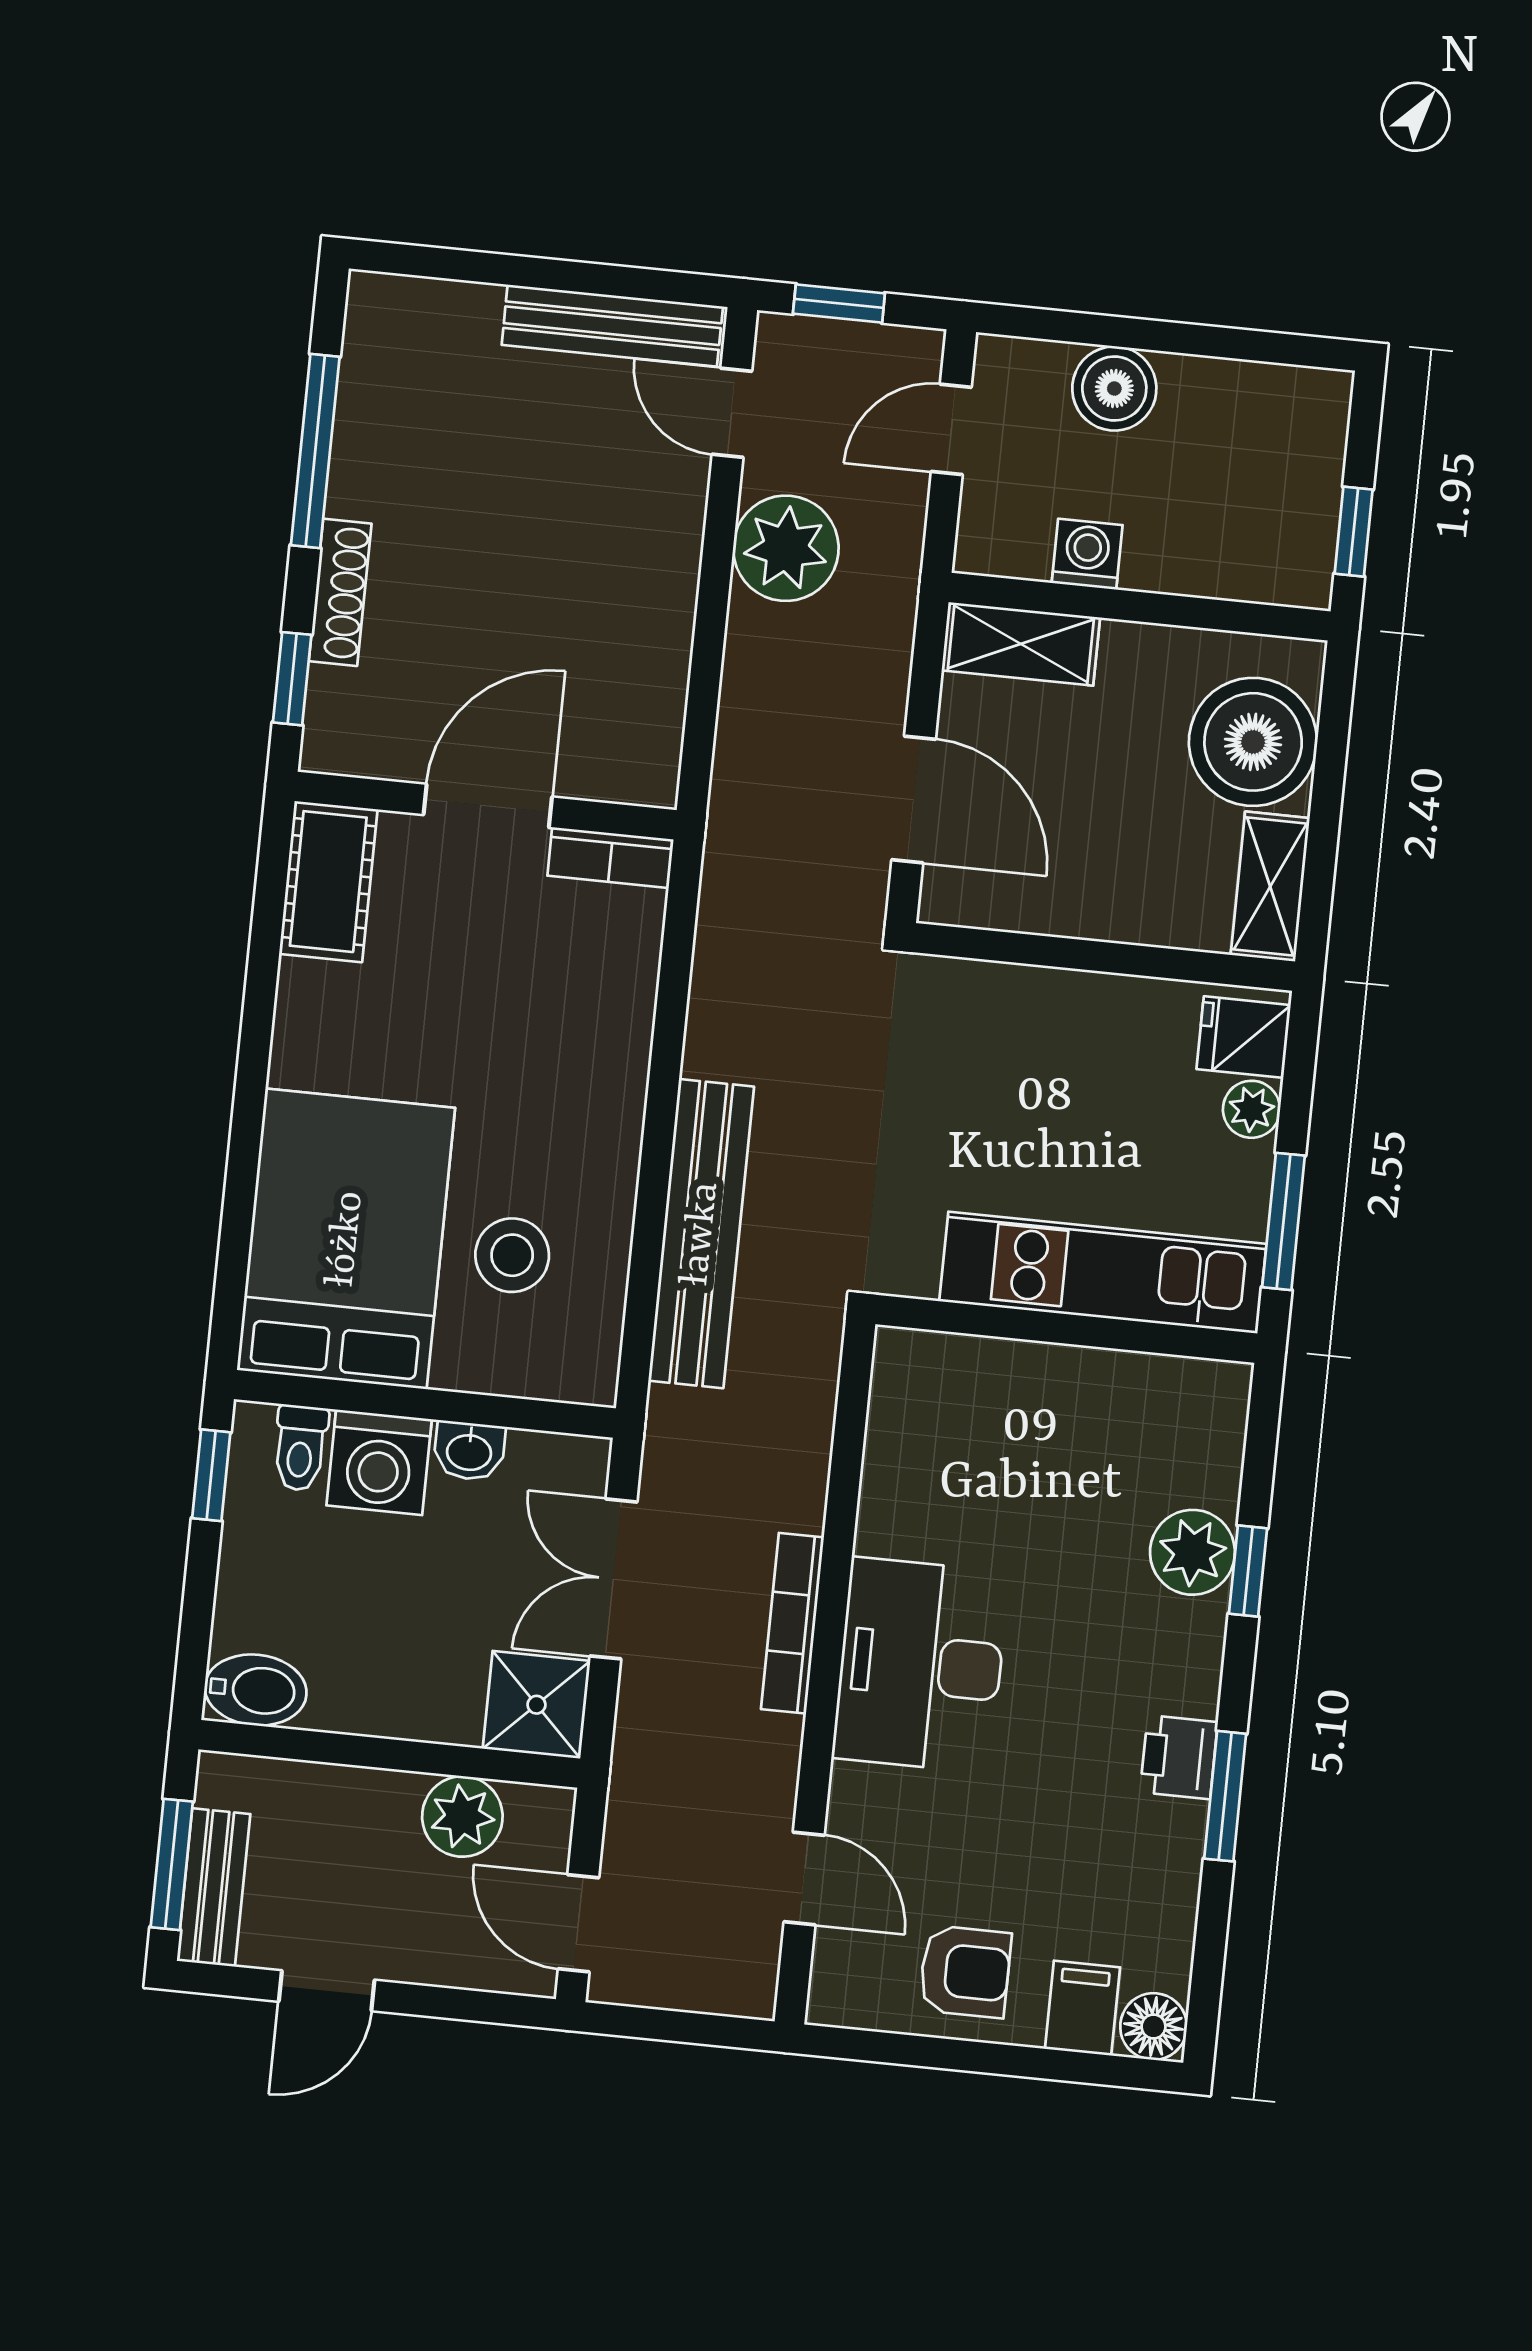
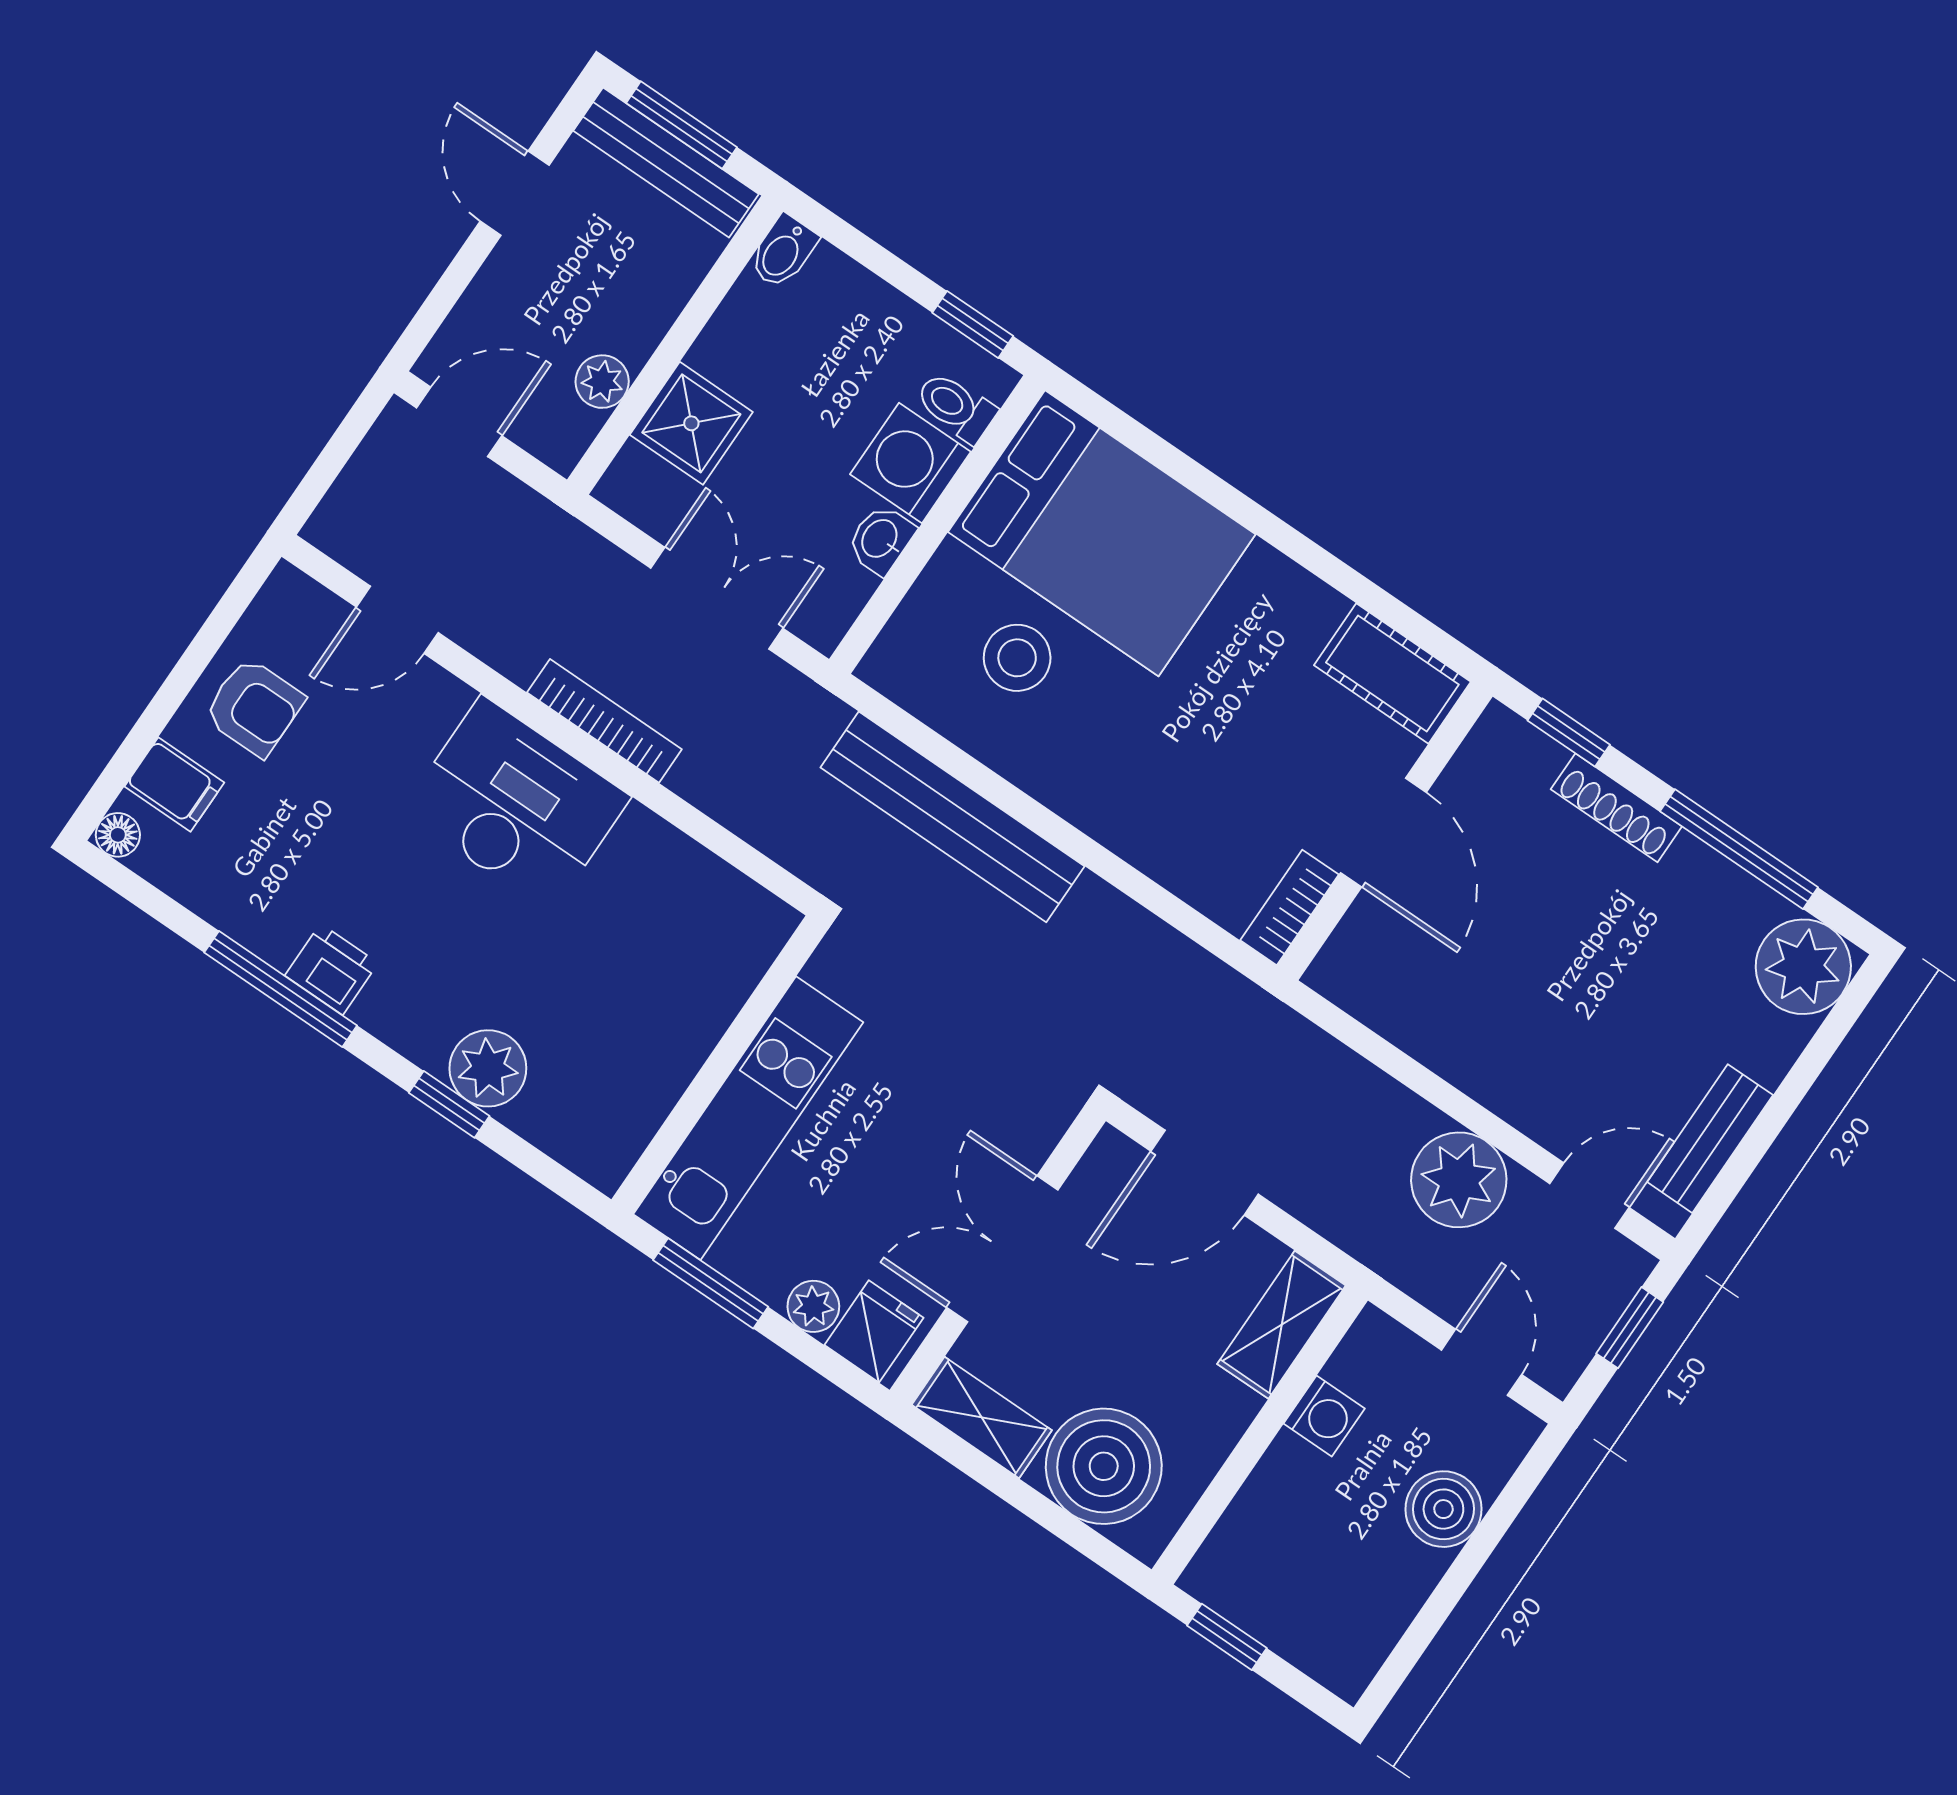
plant: (396, 326) -> (1803, 967), added
bench: (612, 326) -> (1710, 1139), width x0.73
double door: (1095, 956) -> (1002, 1249), added
bidet: (256, 1690) -> (783, 252), width x0.72, depth x0.74
shower: (536, 1705) -> (691, 423), moved
window: (1225, 1796) -> (281, 989), width x1.44
plant: (462, 1817) -> (602, 382), width x0.73, depth x0.73
bench: (214, 1887) -> (666, 162), width x1.36
armchair: (965, 1972) -> (254, 707), turned -90
floor lamp: (1154, 2026) -> (118, 835), width x0.73, depth x0.73

